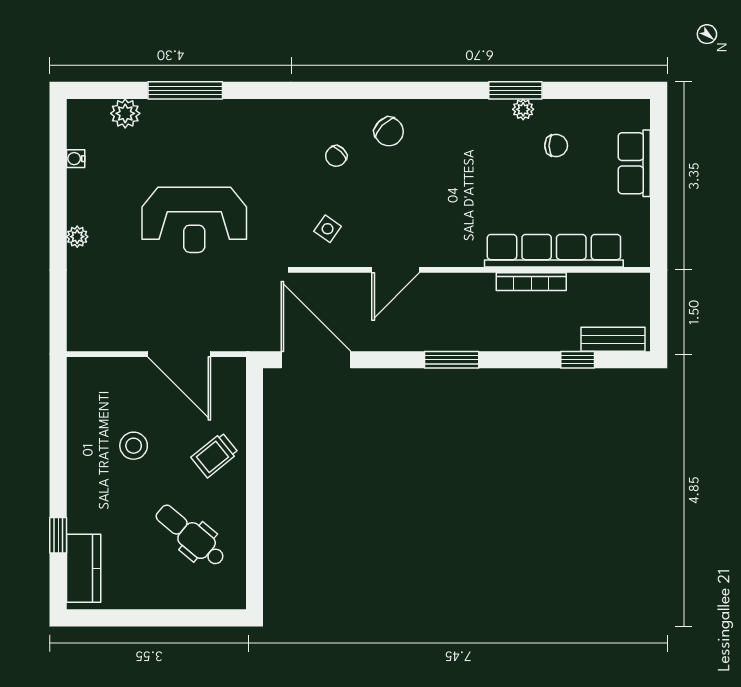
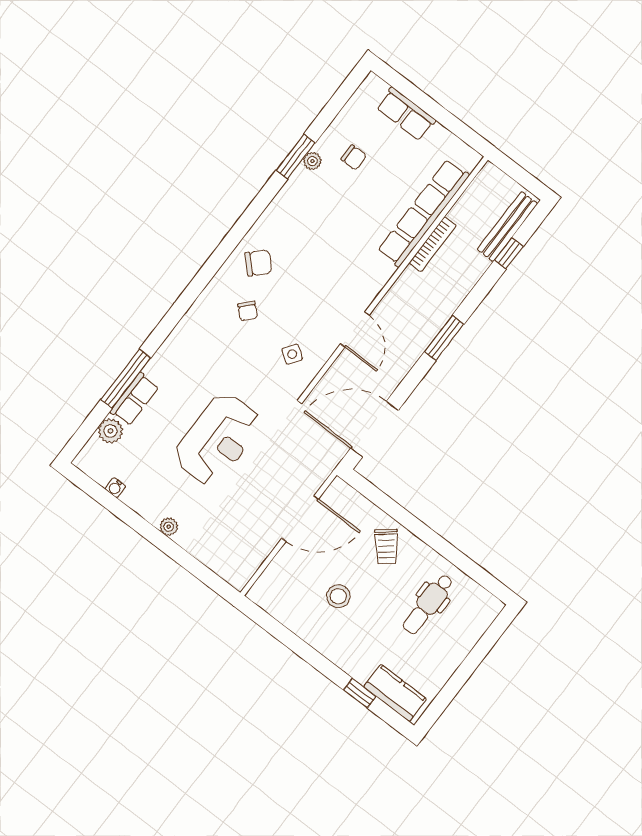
row of seats: (172, 113) -> (134, 399), added
chair: (556, 146) -> (354, 157), turned 90
bench: (613, 339) -> (507, 227), width x1.36
dental chair: (190, 535) -> (428, 604), turned -40

